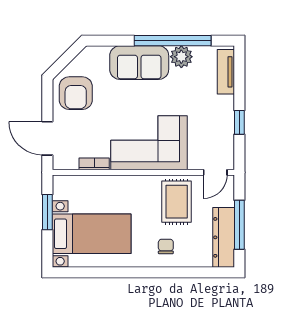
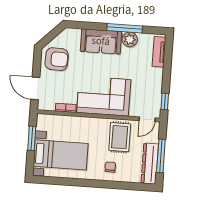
window: (173, 41) -> (125, 28), width x0.68
armchair: (76, 93) -> (57, 59), turned -88
window: (239, 122) -> (165, 101), moved

